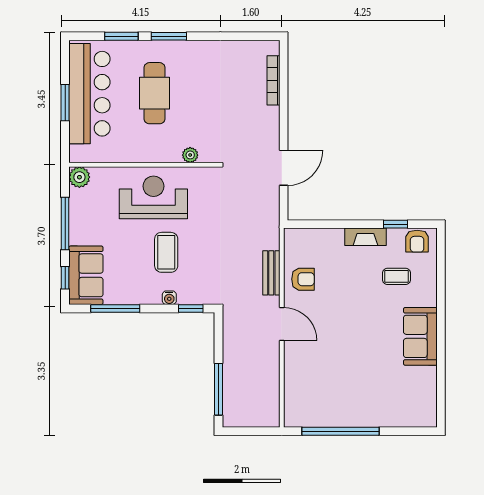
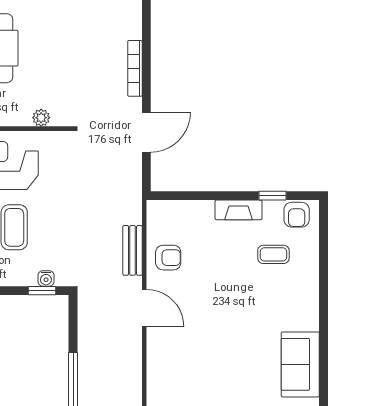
bookcase: (273, 80) -> (135, 68), moved
water cooler: (169, 298) -> (46, 278), moved
sofa: (420, 336) -> (300, 364), moved

